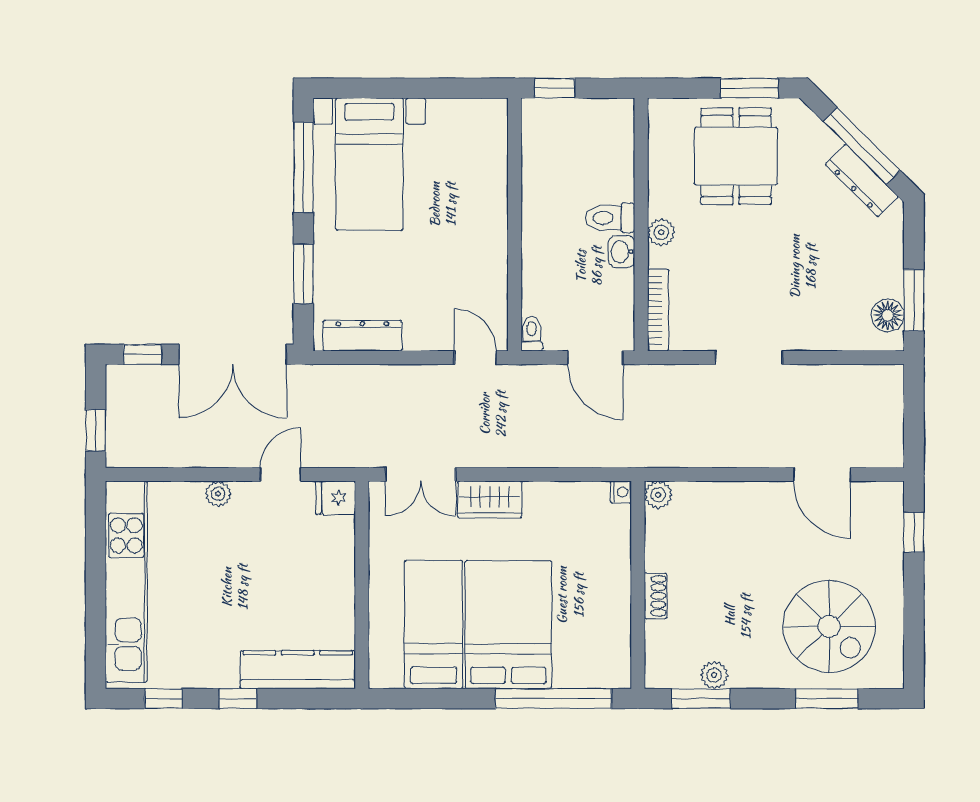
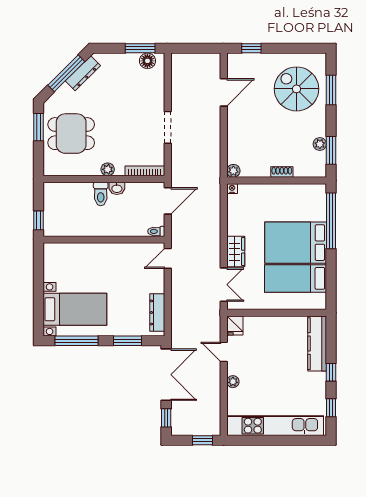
spiral stairs: (829, 627) -> (296, 89), turned -90

